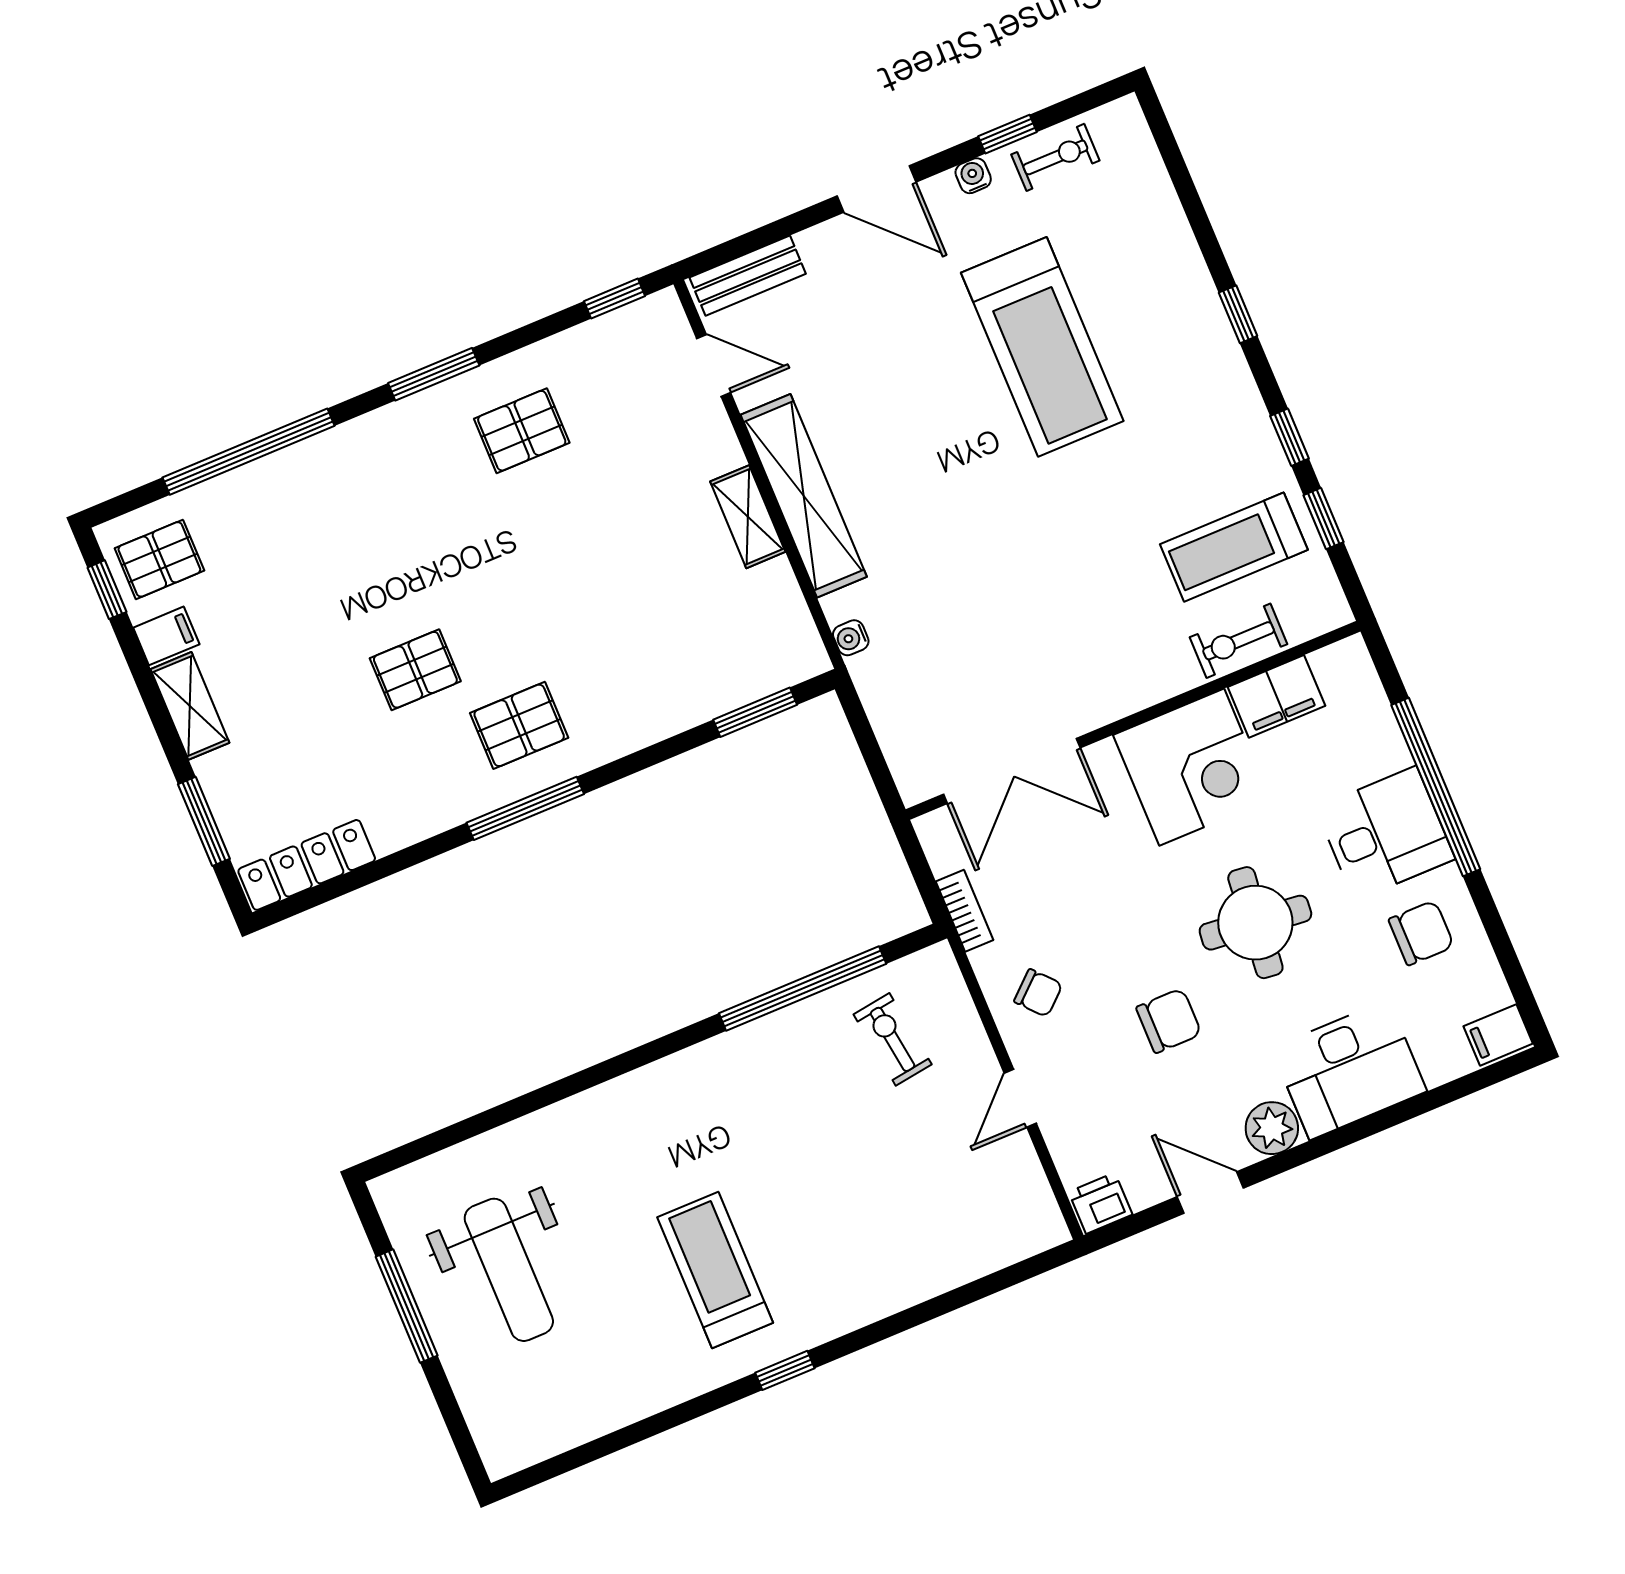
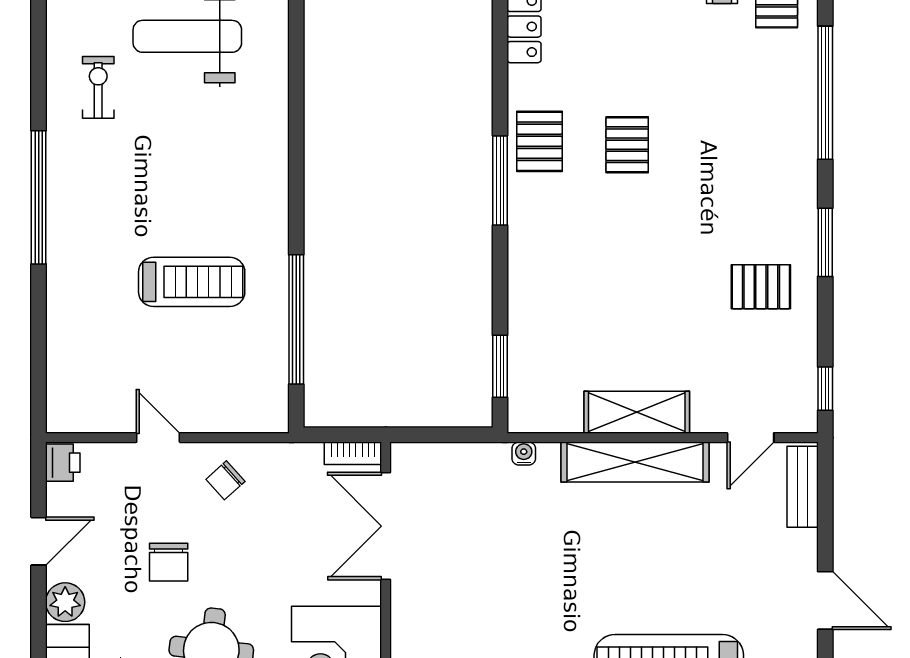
door: (877, 189) -> (825, 600), swing flipped
pallet: (522, 431) -> (761, 287), turned 90
shelving: (748, 517) -> (637, 412), width x1.50, depth x1.33
pallet: (519, 725) -> (539, 141), moved
bookcase: (965, 911) -> (353, 453), moved
exercise bike: (893, 1039) -> (98, 87), moved, turned -82
treadmill: (715, 1270) -> (192, 282), moved
window: (785, 1370) -> (39, 197), width x3.17

